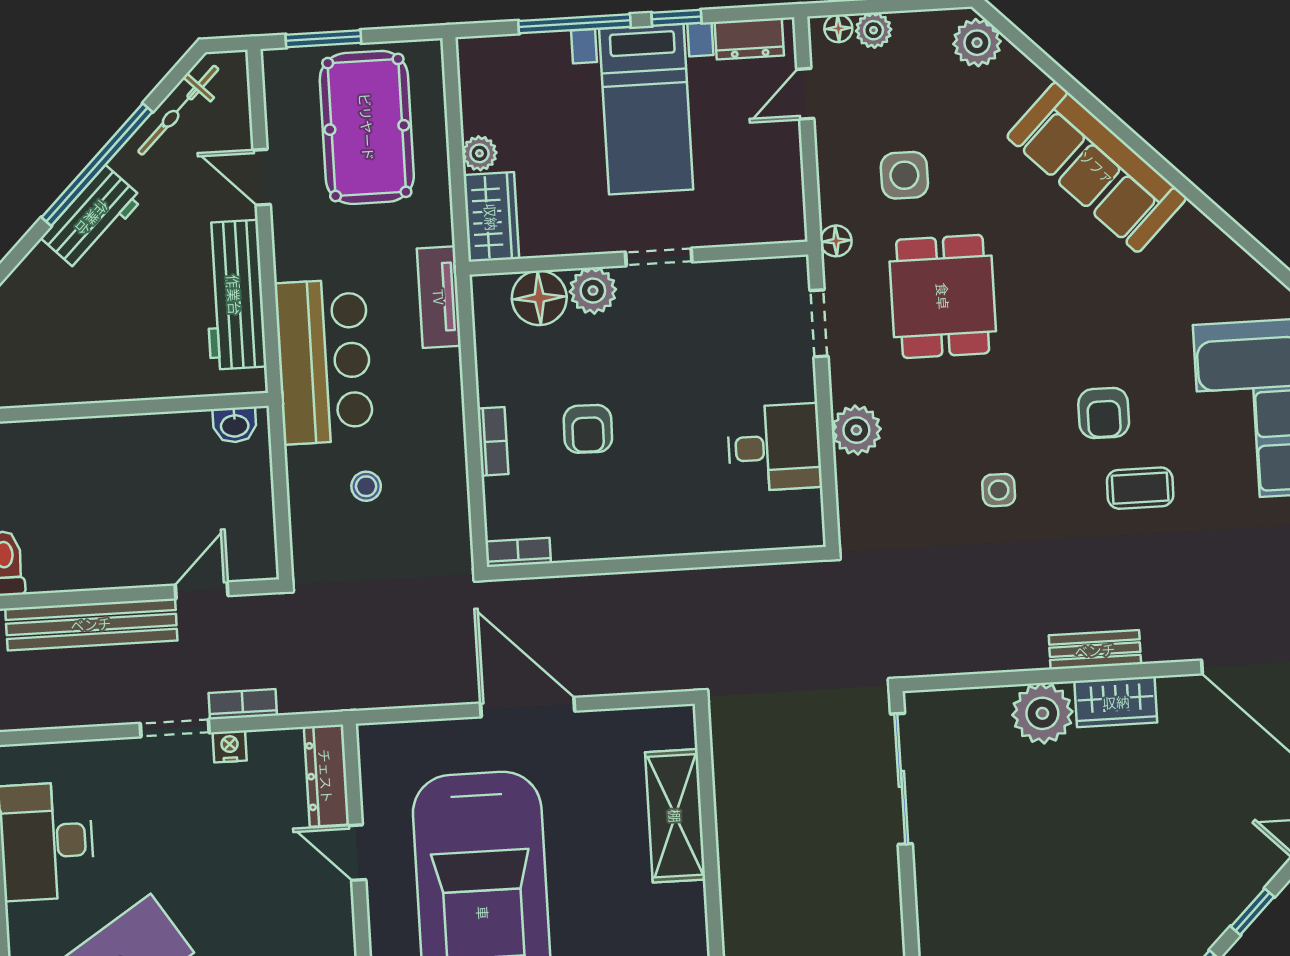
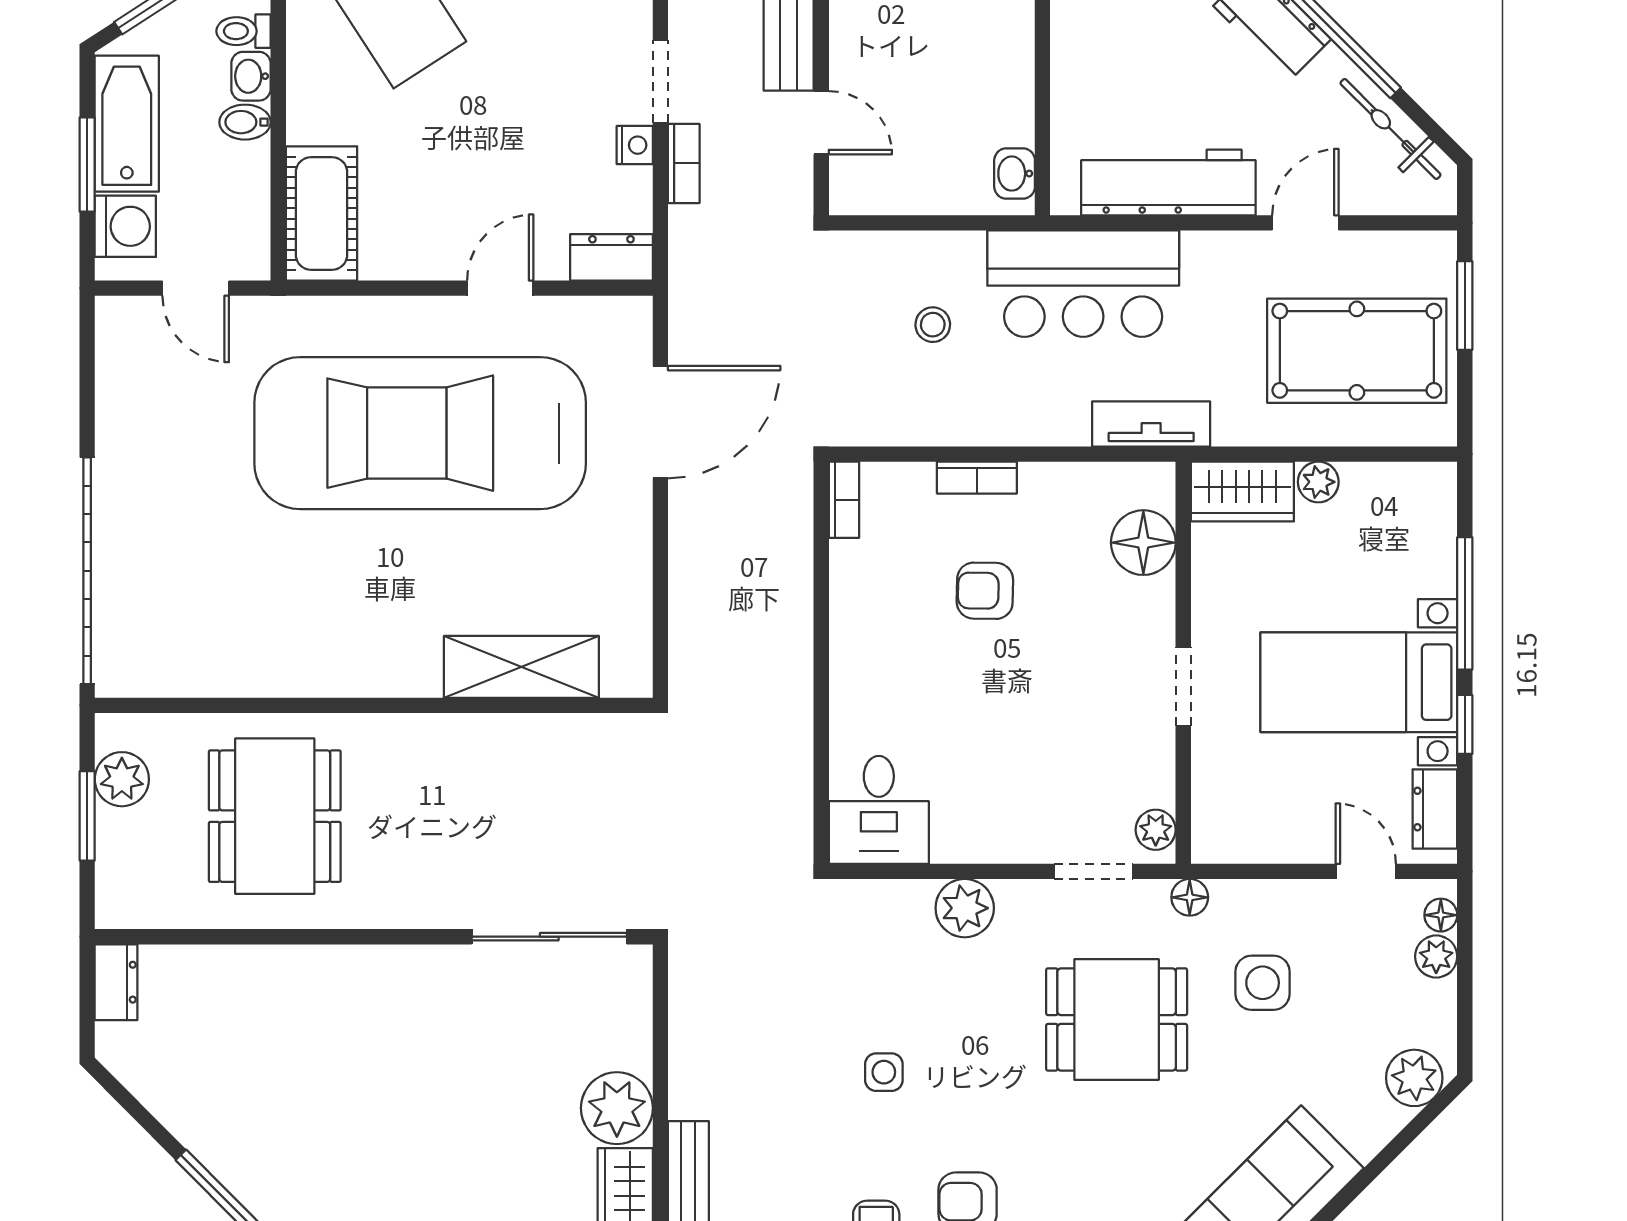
plant: (593, 291) -> (1156, 830), moved, width x0.73, depth x0.73
desk: (774, 447) -> (879, 810), moved
door: (528, 707) -> (660, 422), moved
dresser: (326, 776) -> (611, 257), width x0.70

